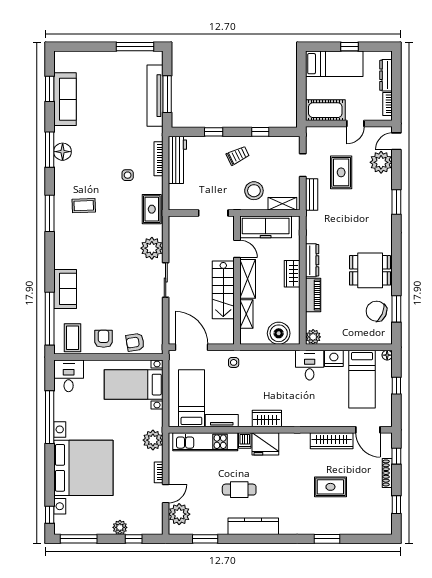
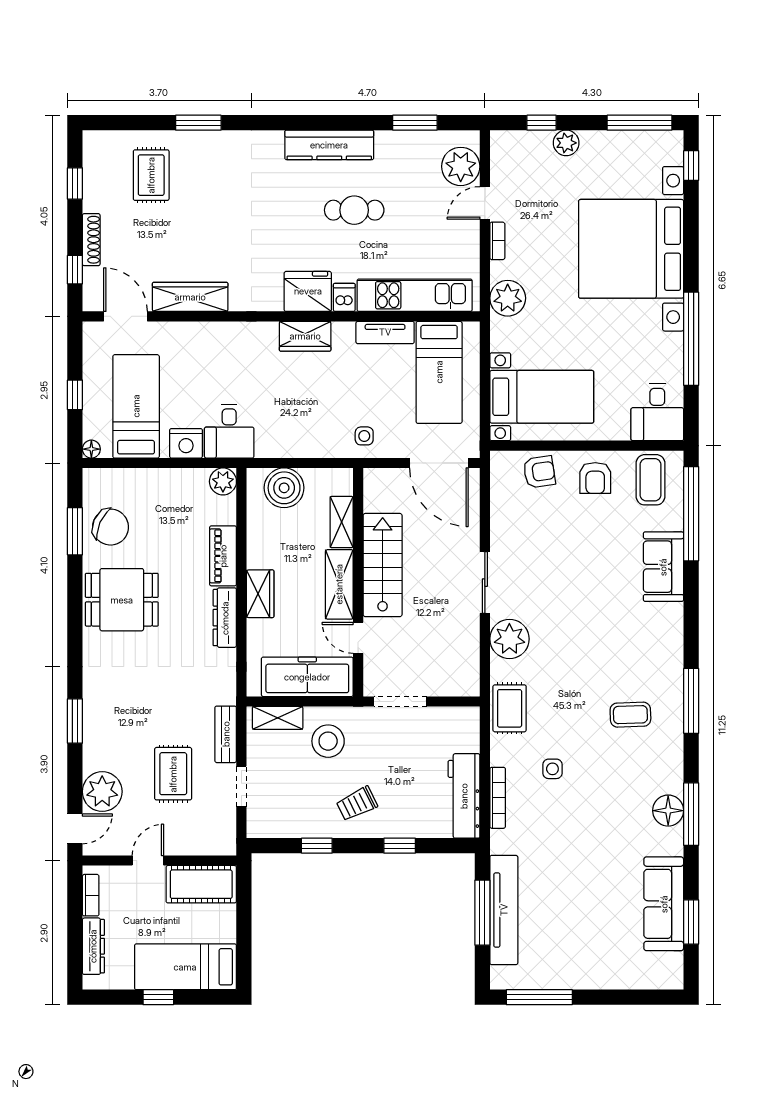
rug: (330, 487) -> (151, 175), moved, turned 90

